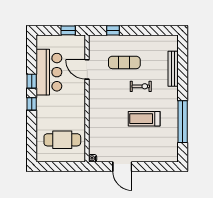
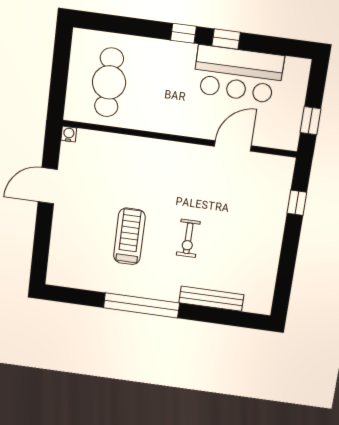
exercise mat: (124, 62) -> (235, 215), removed
window: (183, 122) -> (142, 305), moved

